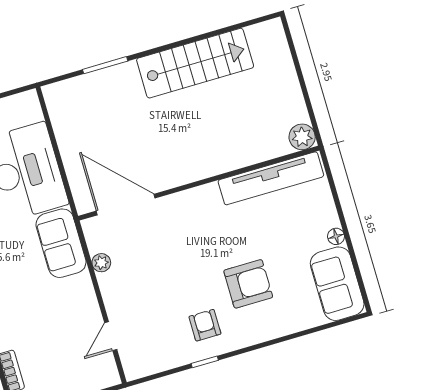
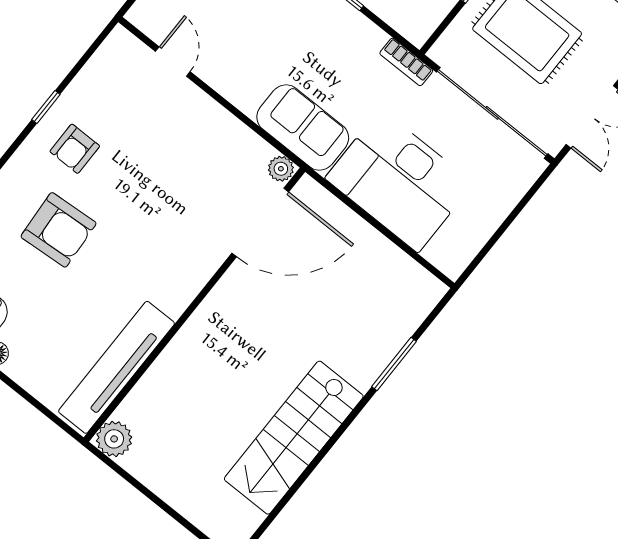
plant: (101, 263) -> (281, 169), moved
armchair: (248, 284) -> (59, 230), turned -94
armchair: (205, 325) -> (75, 149), turned 90

